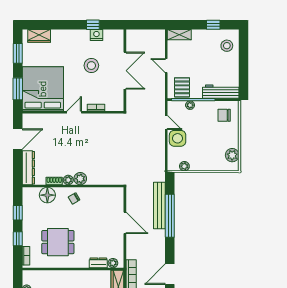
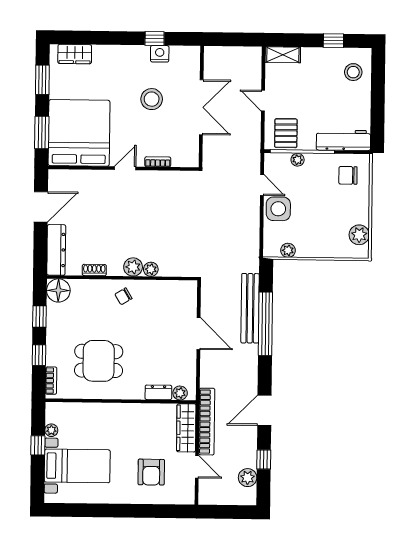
plant: (68, 180) -> (151, 269), moved
floor lamp: (47, 195) -> (58, 290), moved

